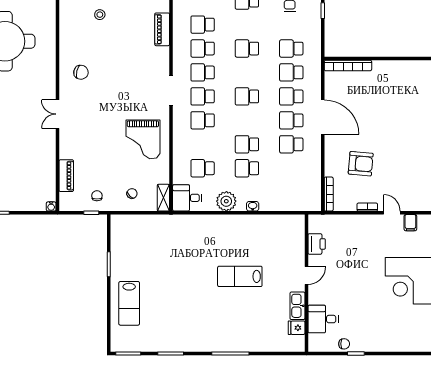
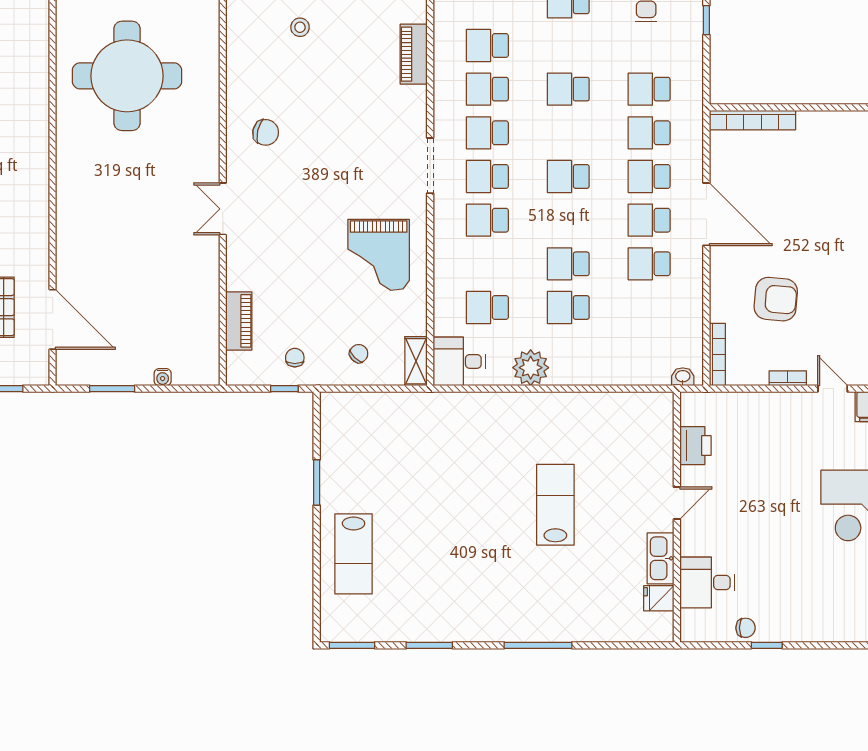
water cooler: (51, 206) -> (163, 377), moved
washbasin: (253, 206) -> (683, 377), moved
lab bench: (240, 276) -> (555, 505), turned 90

